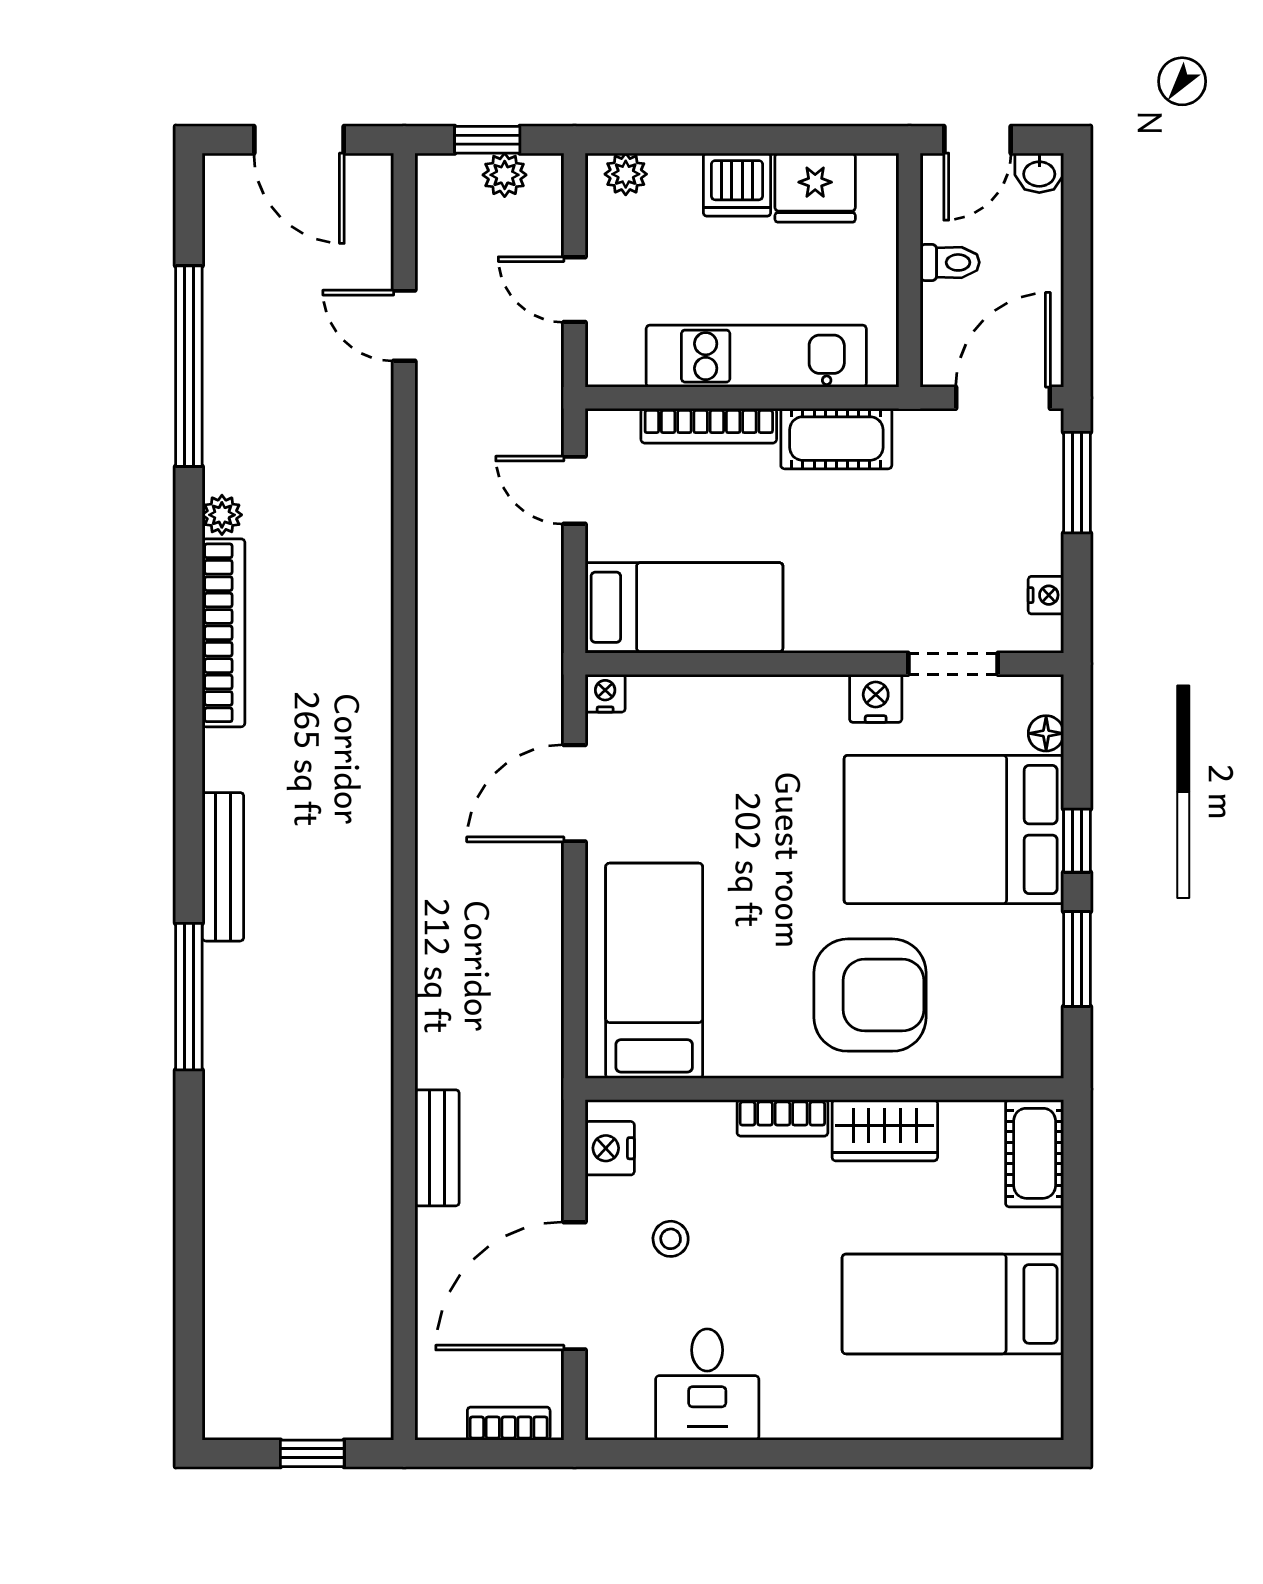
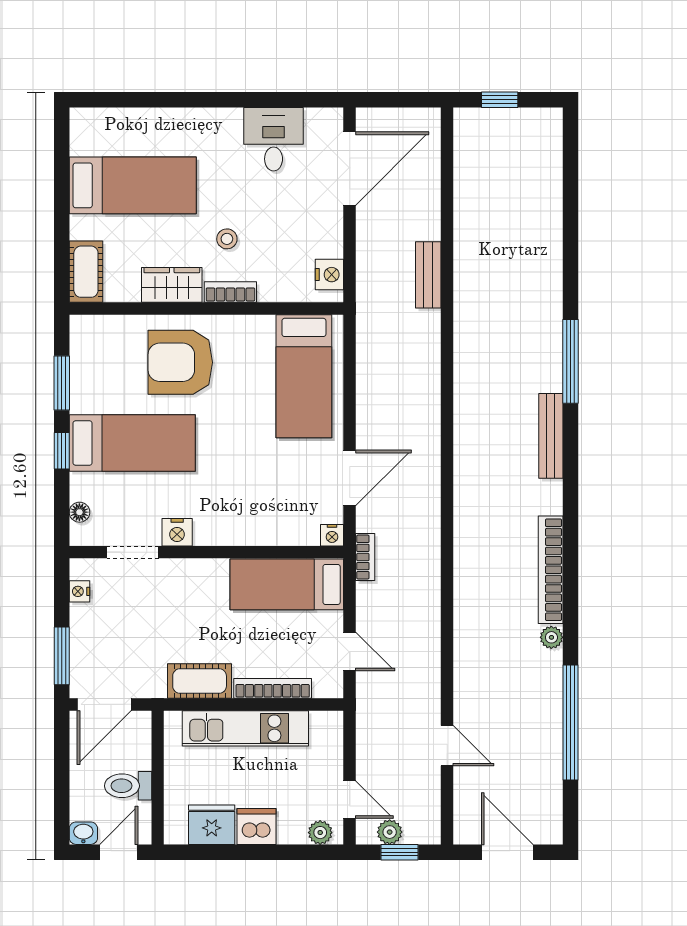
toilet: (950, 262) -> (128, 786), width x1.37, depth x1.39
door: (574, 290) -> (350, 800), moved
bed: (954, 829) -> (132, 443), width x0.67
stool: (671, 1239) -> (227, 239), moved
door: (574, 1286) -> (350, 169), moved
bookcase: (509, 1424) -> (365, 557), moved, turned -90

